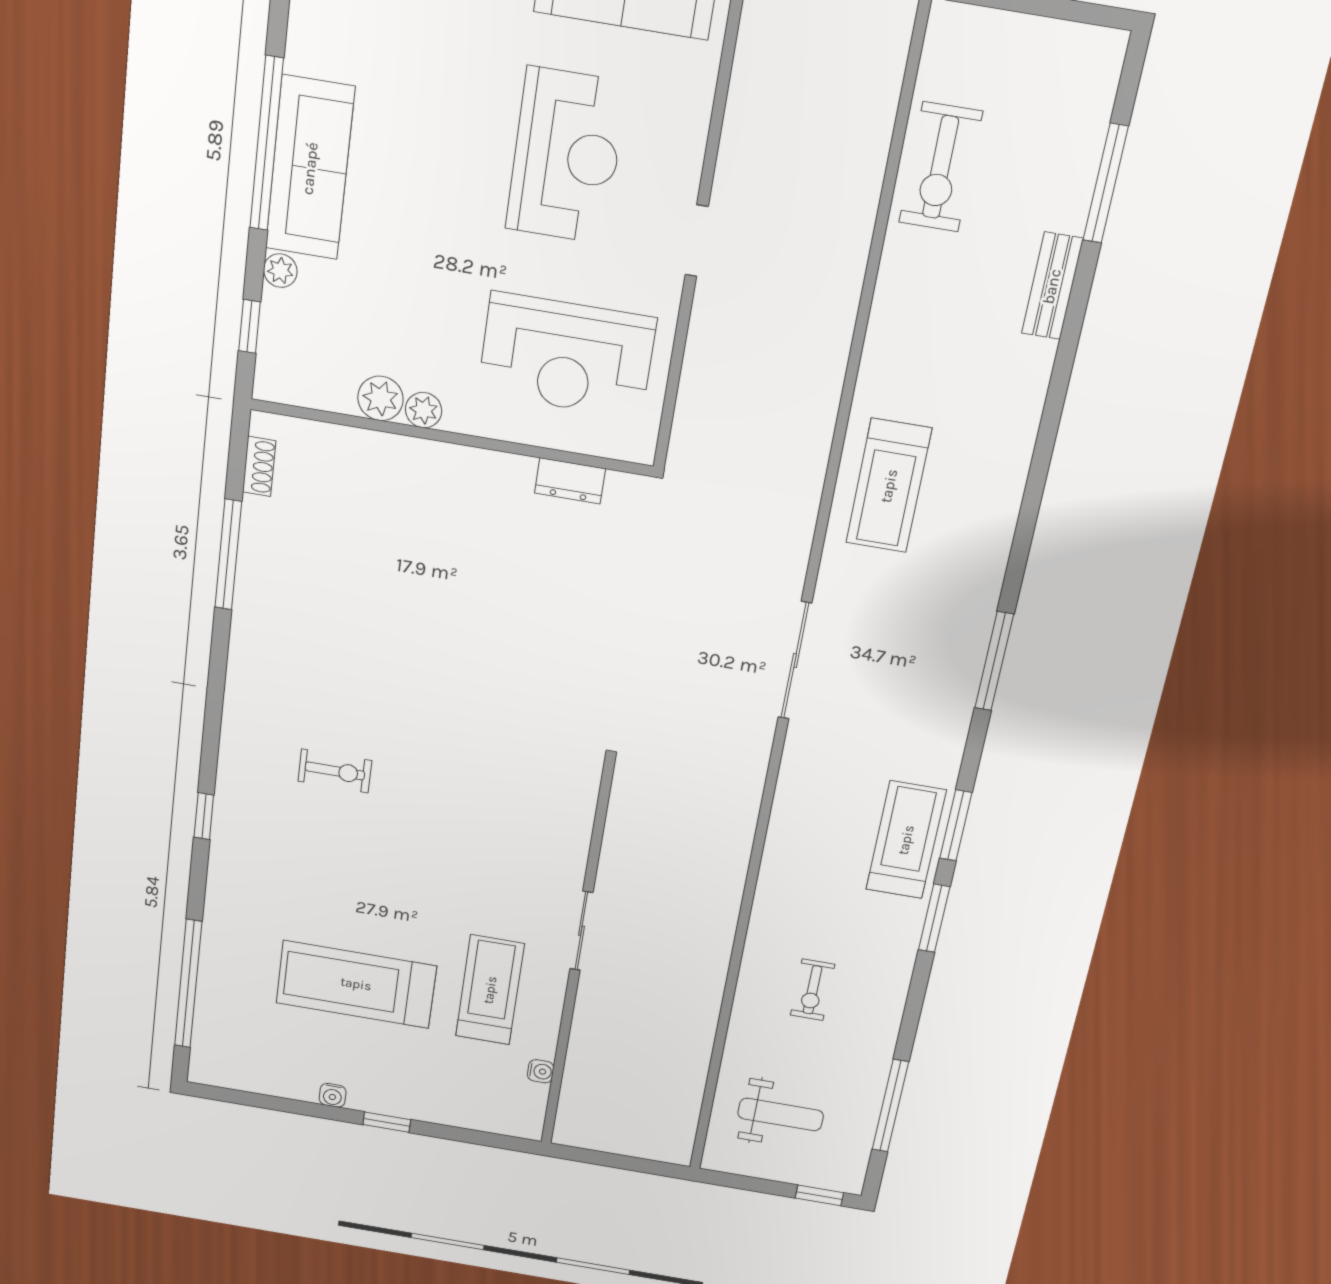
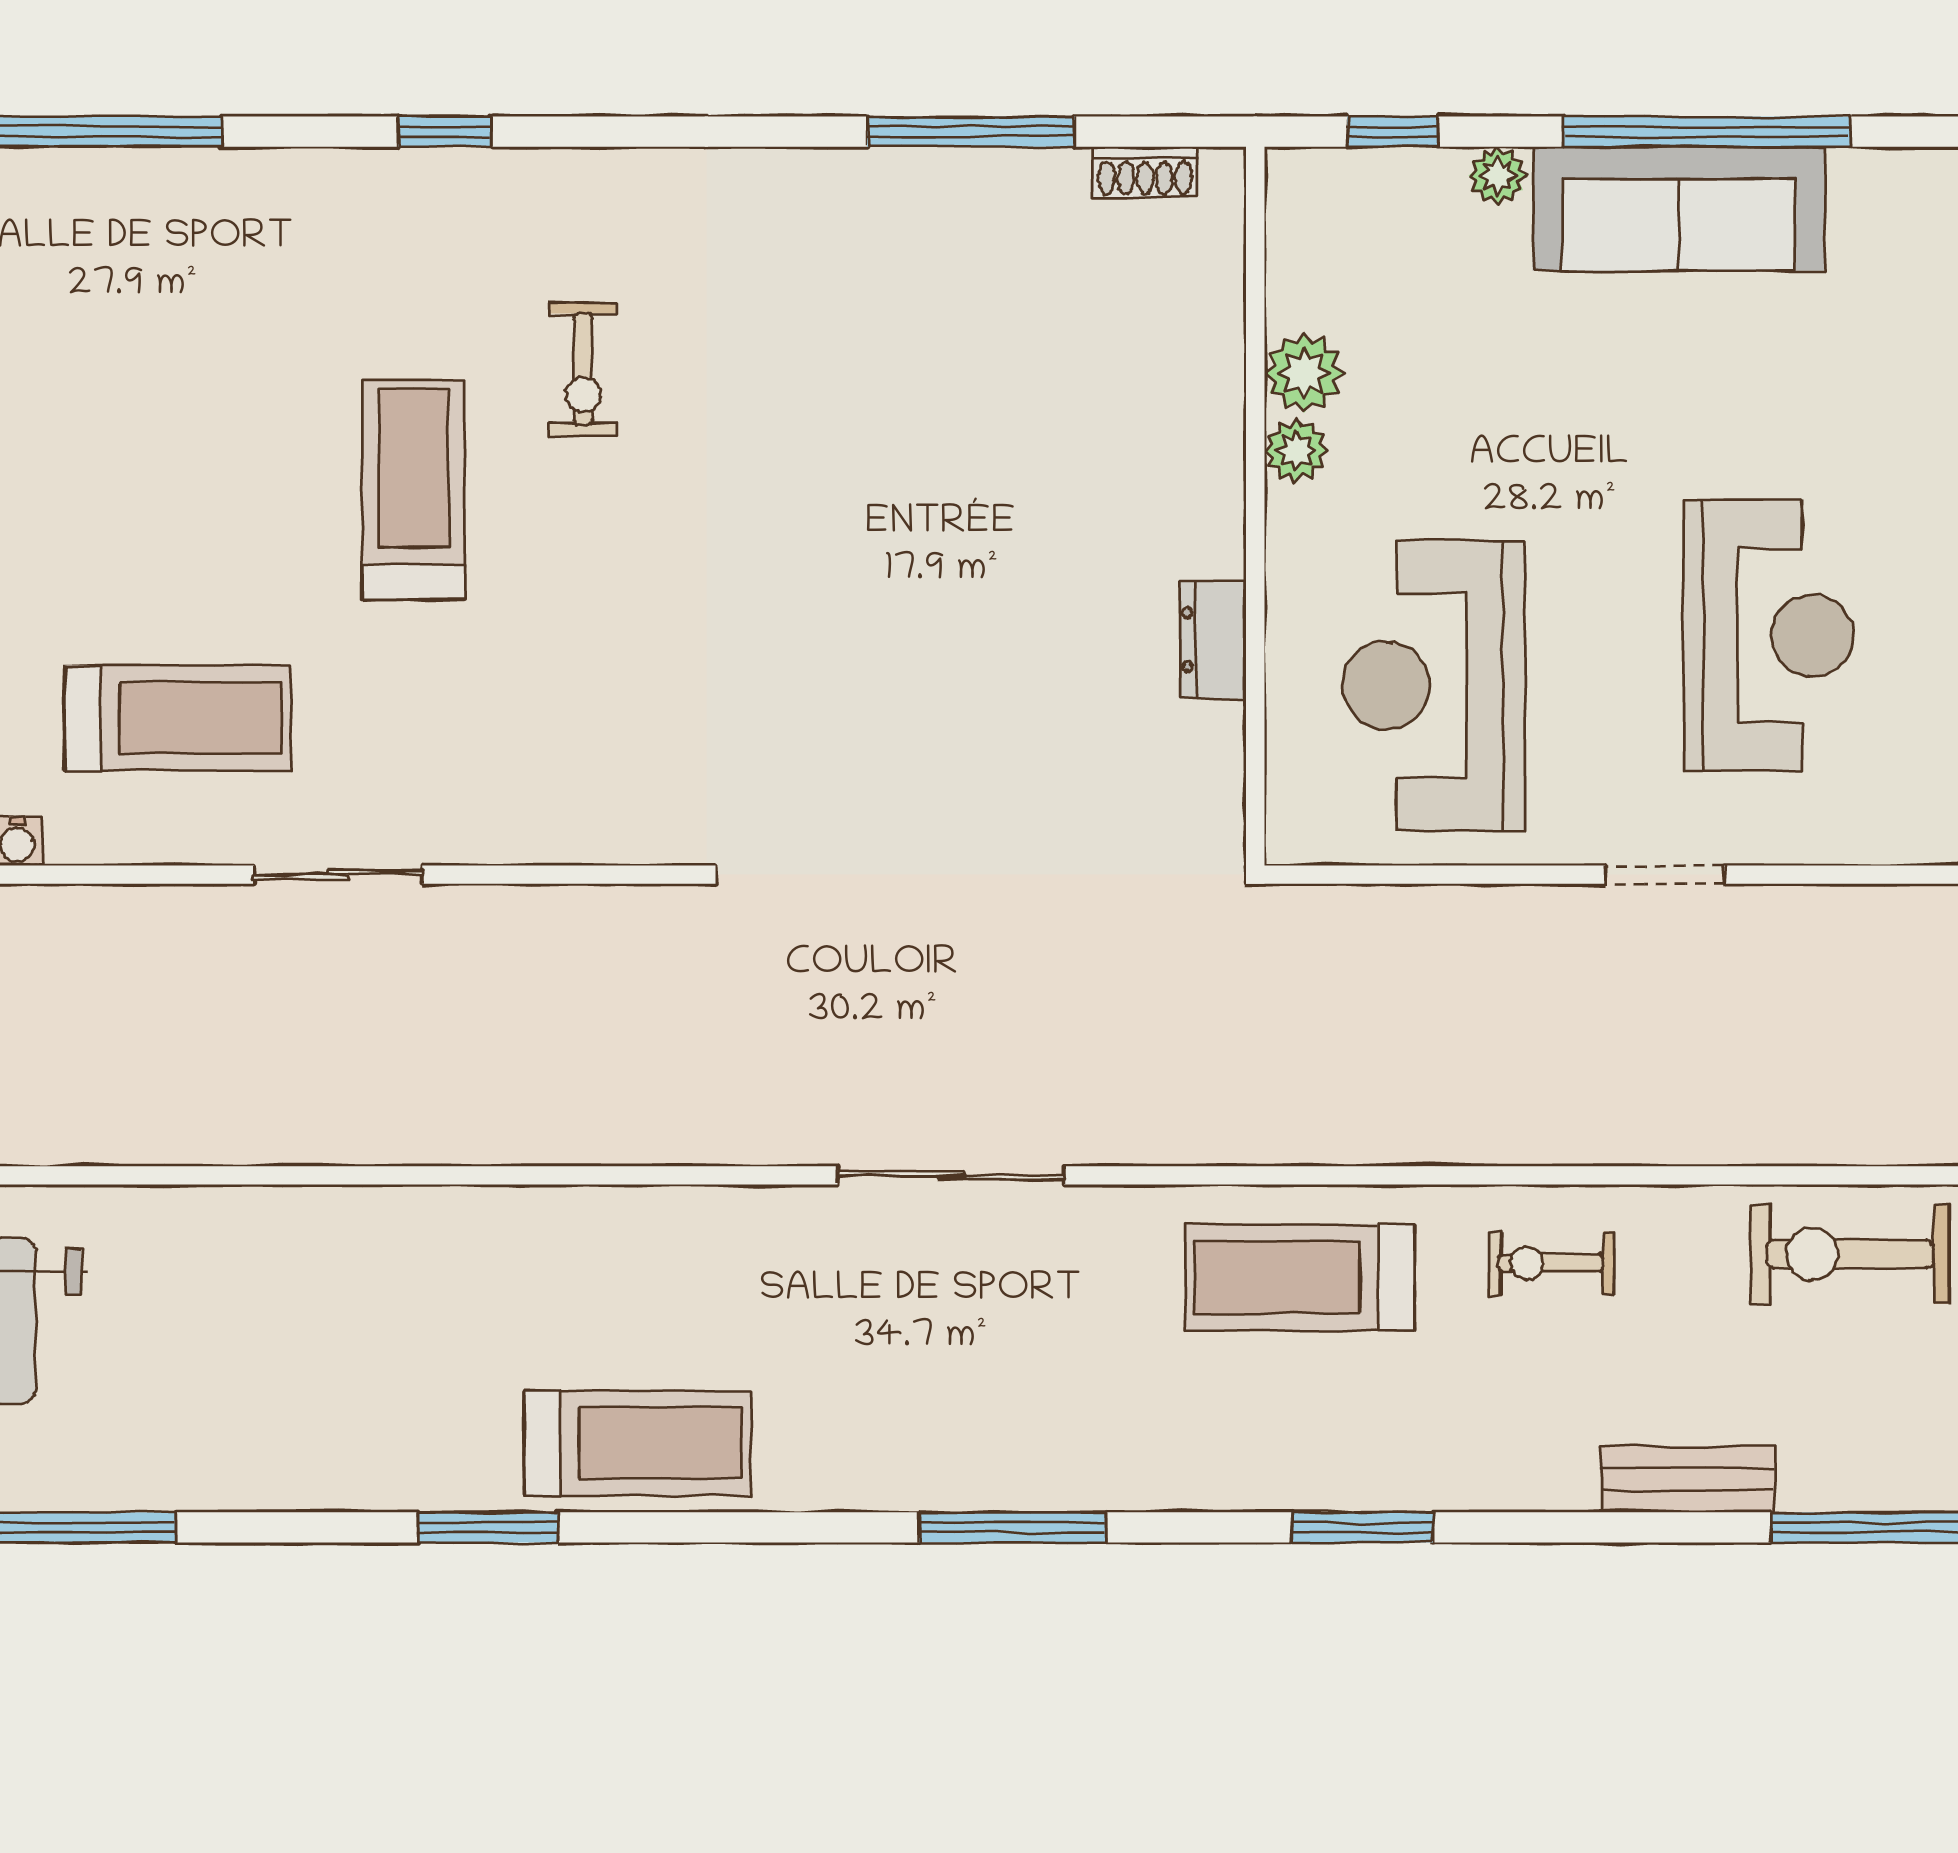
reception desk: (566, 156) -> (1768, 636), turned -90
dresser: (570, 481) -> (1213, 640), moved
window: (956, 825) -> (1362, 1527), moved
treadmill: (356, 984) -> (414, 490), moved, width x0.73, depth x0.73
exercise bike: (813, 990) -> (1551, 1263), moved

